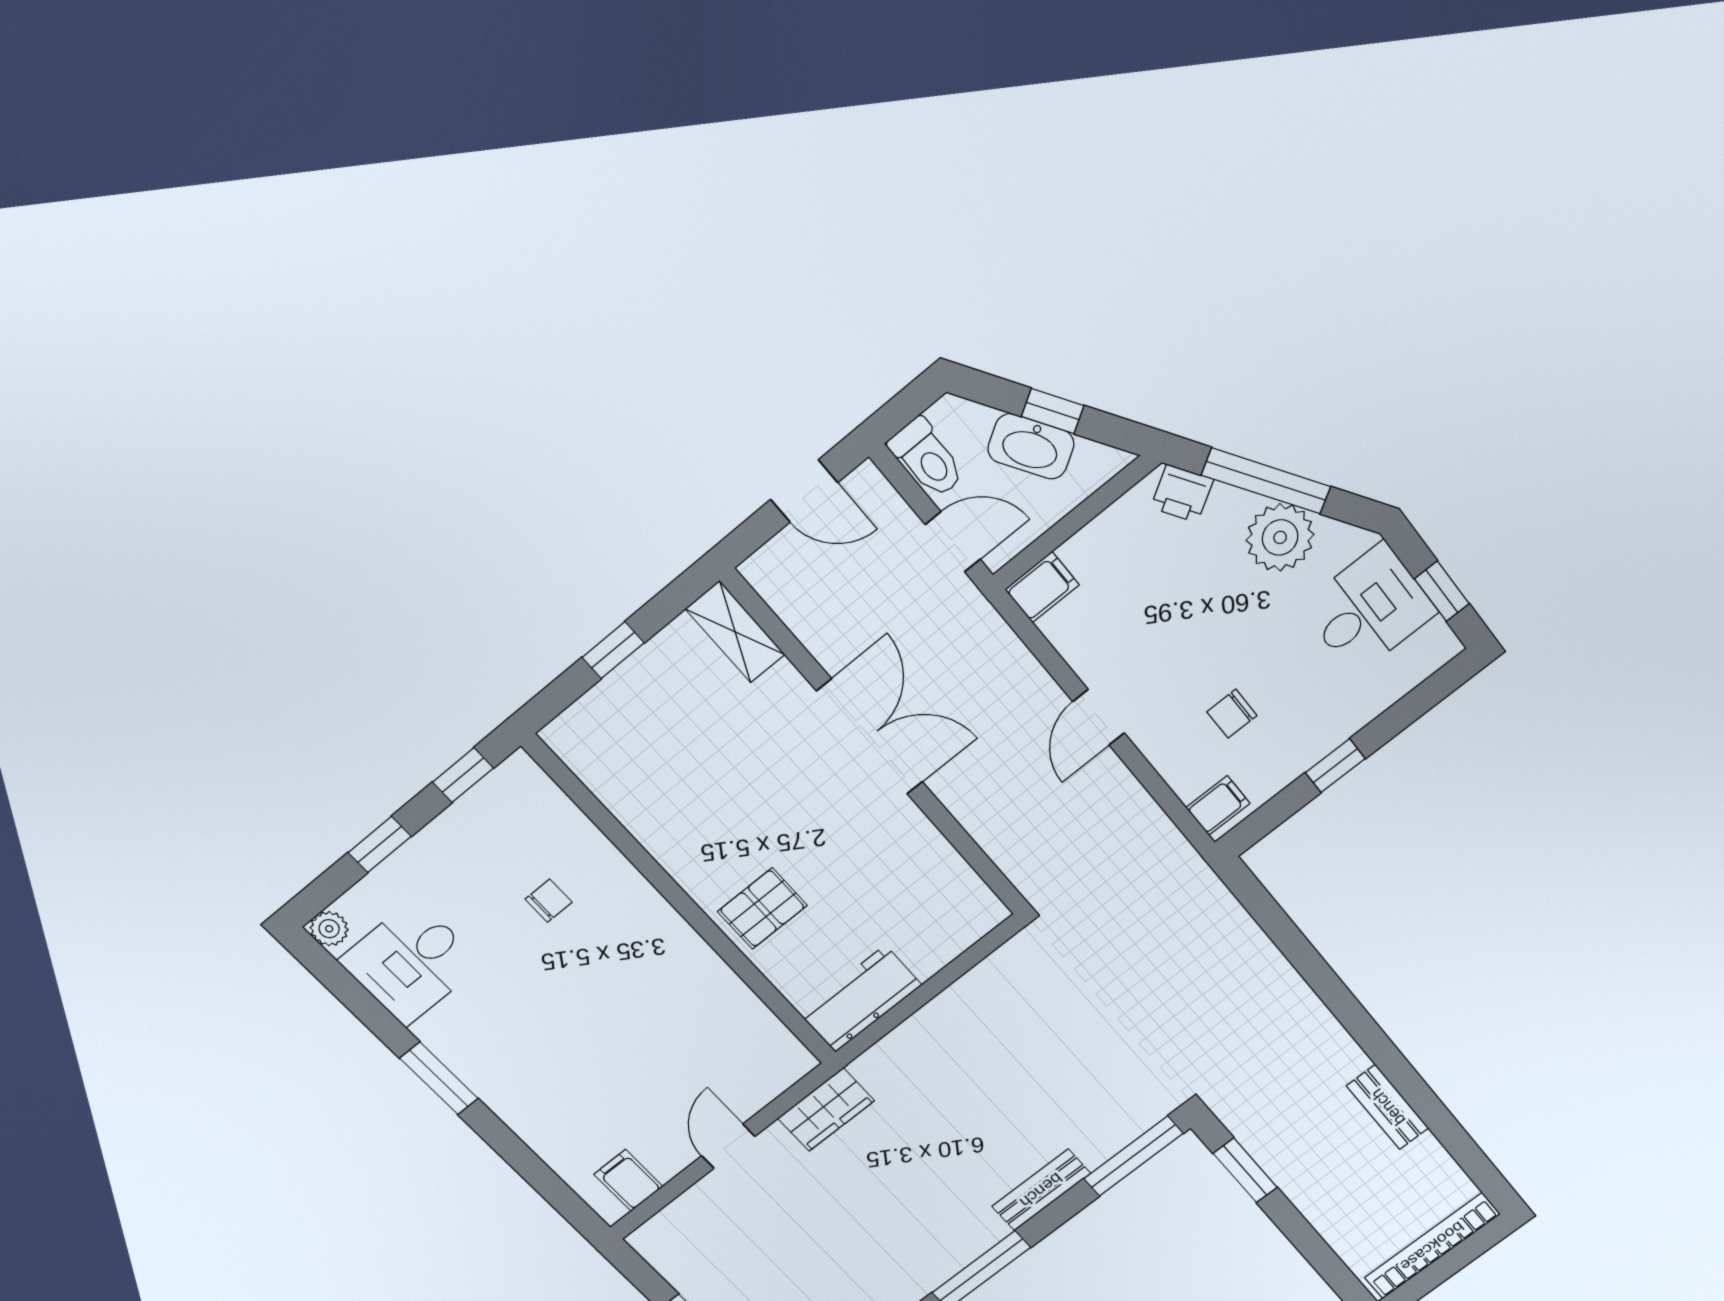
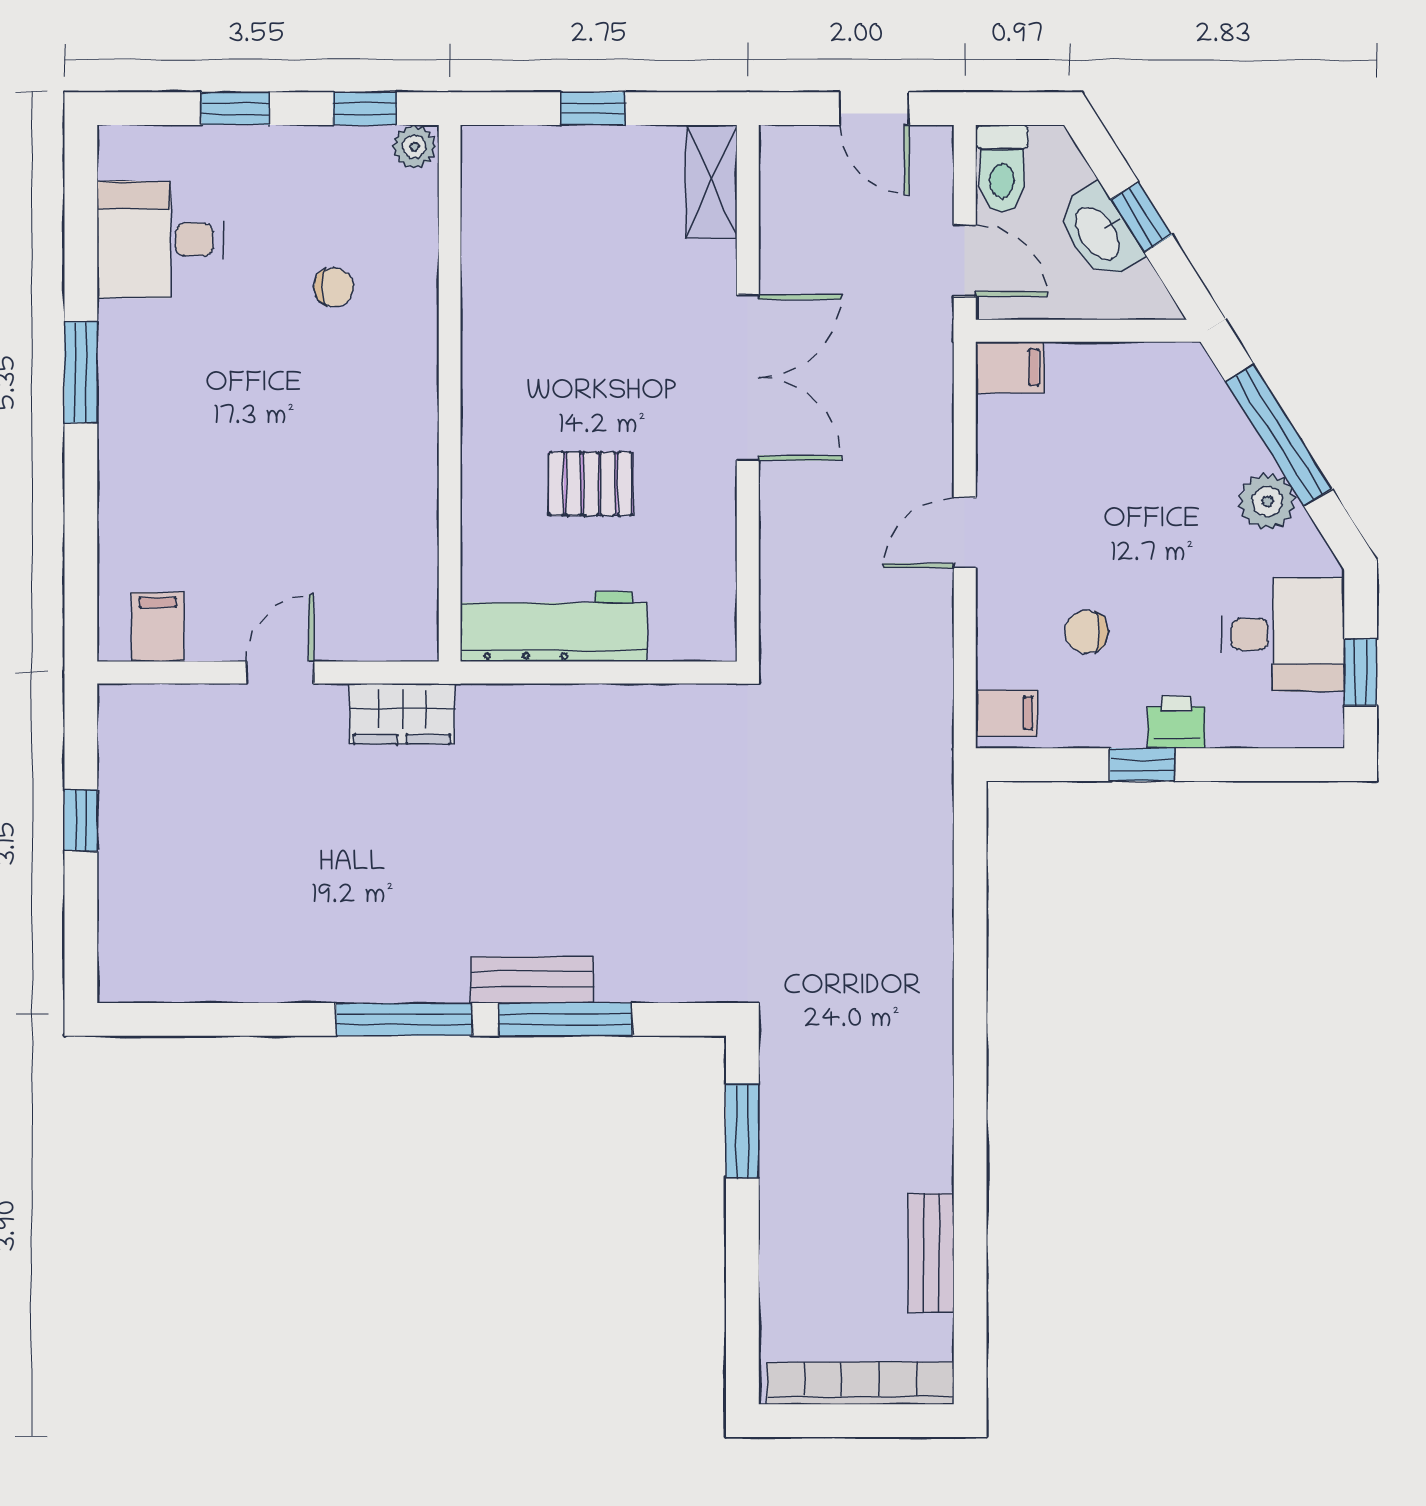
printer: (1182, 494) -> (1176, 722), moved, turned 122
plant: (1280, 537) -> (1267, 502), width x0.73, depth x0.73
pallet: (762, 908) -> (591, 484), moved
plant: (329, 929) -> (414, 147), moved
workbench: (860, 999) -> (554, 627), width x1.38
bench: (1388, 1107) -> (931, 1253), moved
window: (1133, 1156) -> (565, 1019), moved

